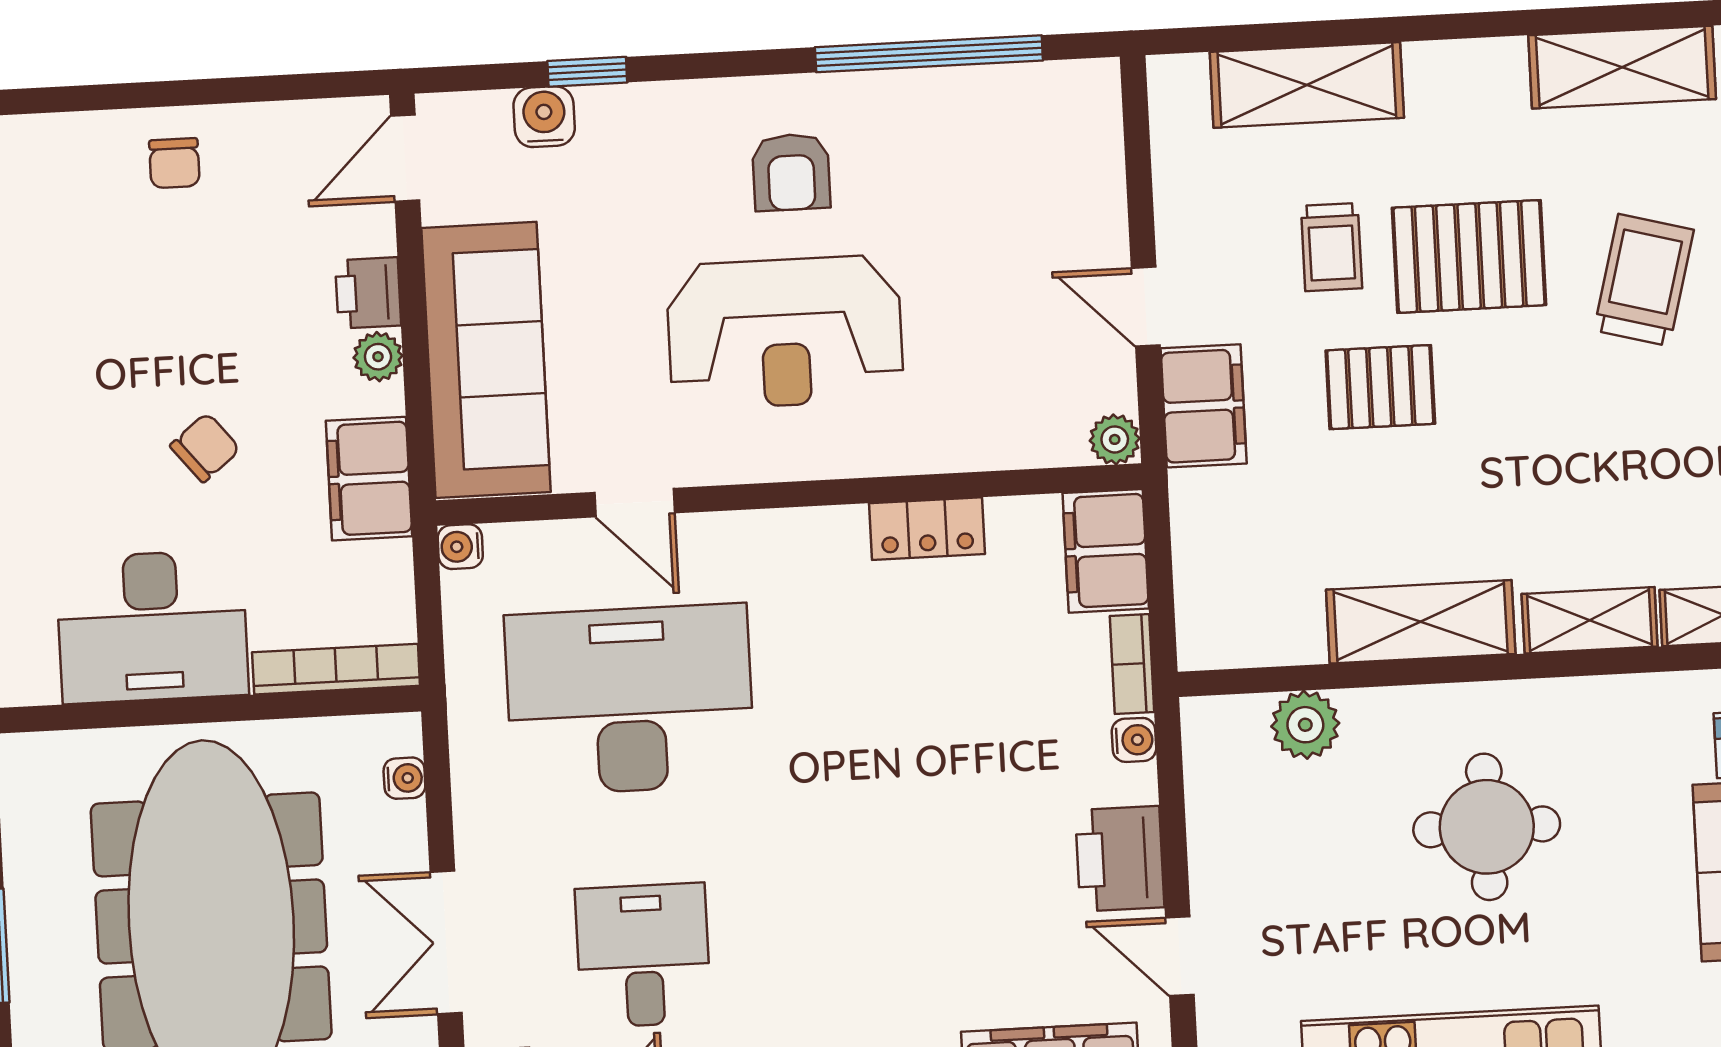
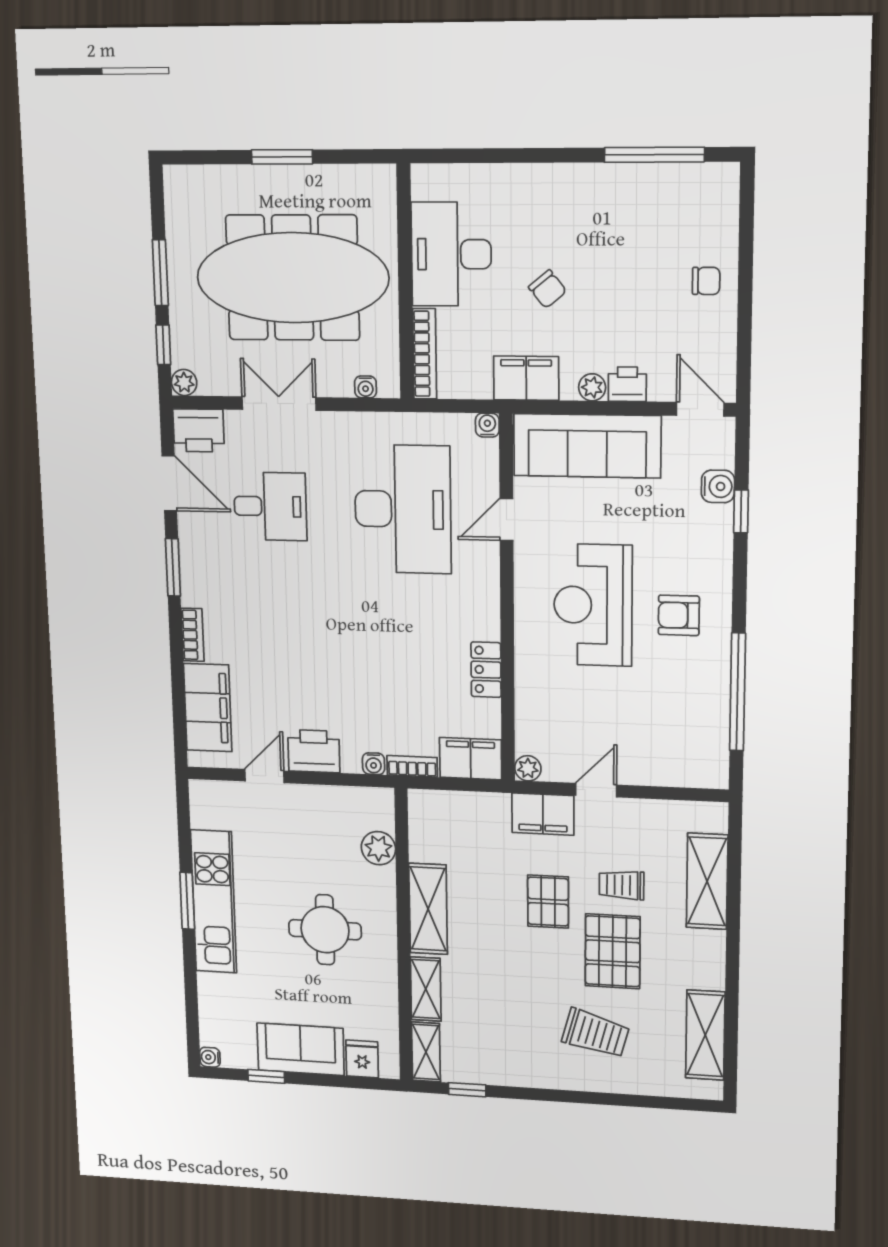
chair: (174, 163) -> (706, 281), turned 180

